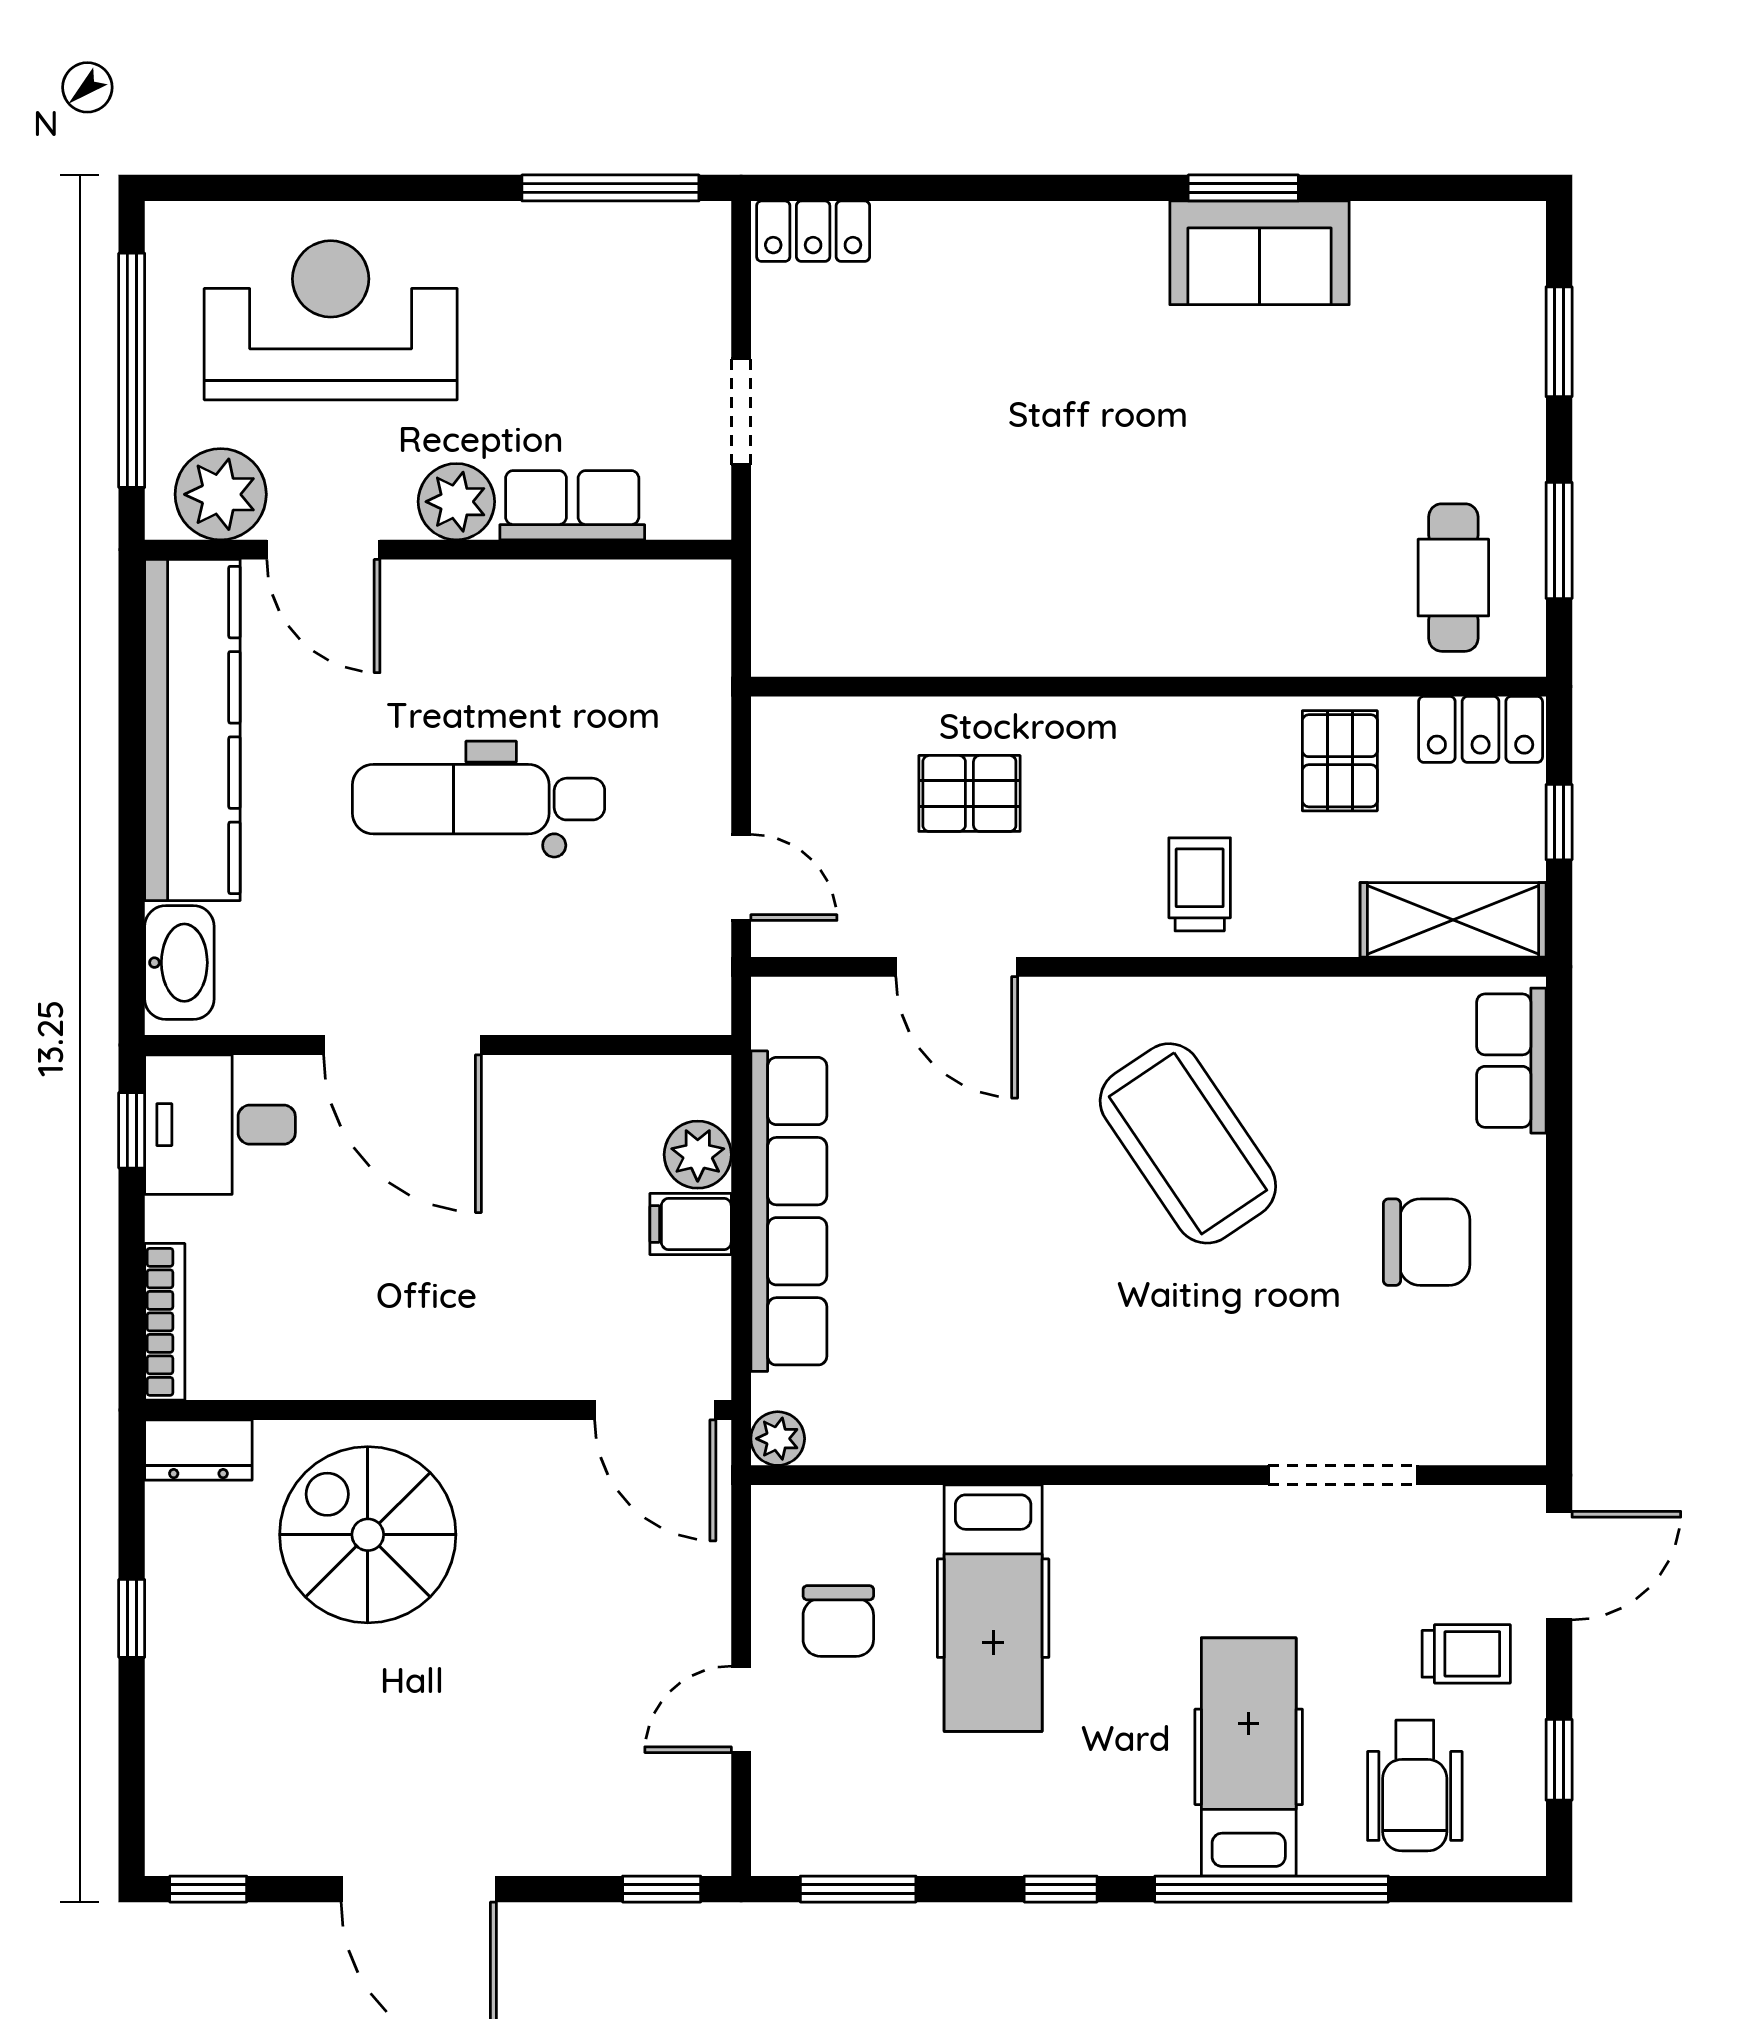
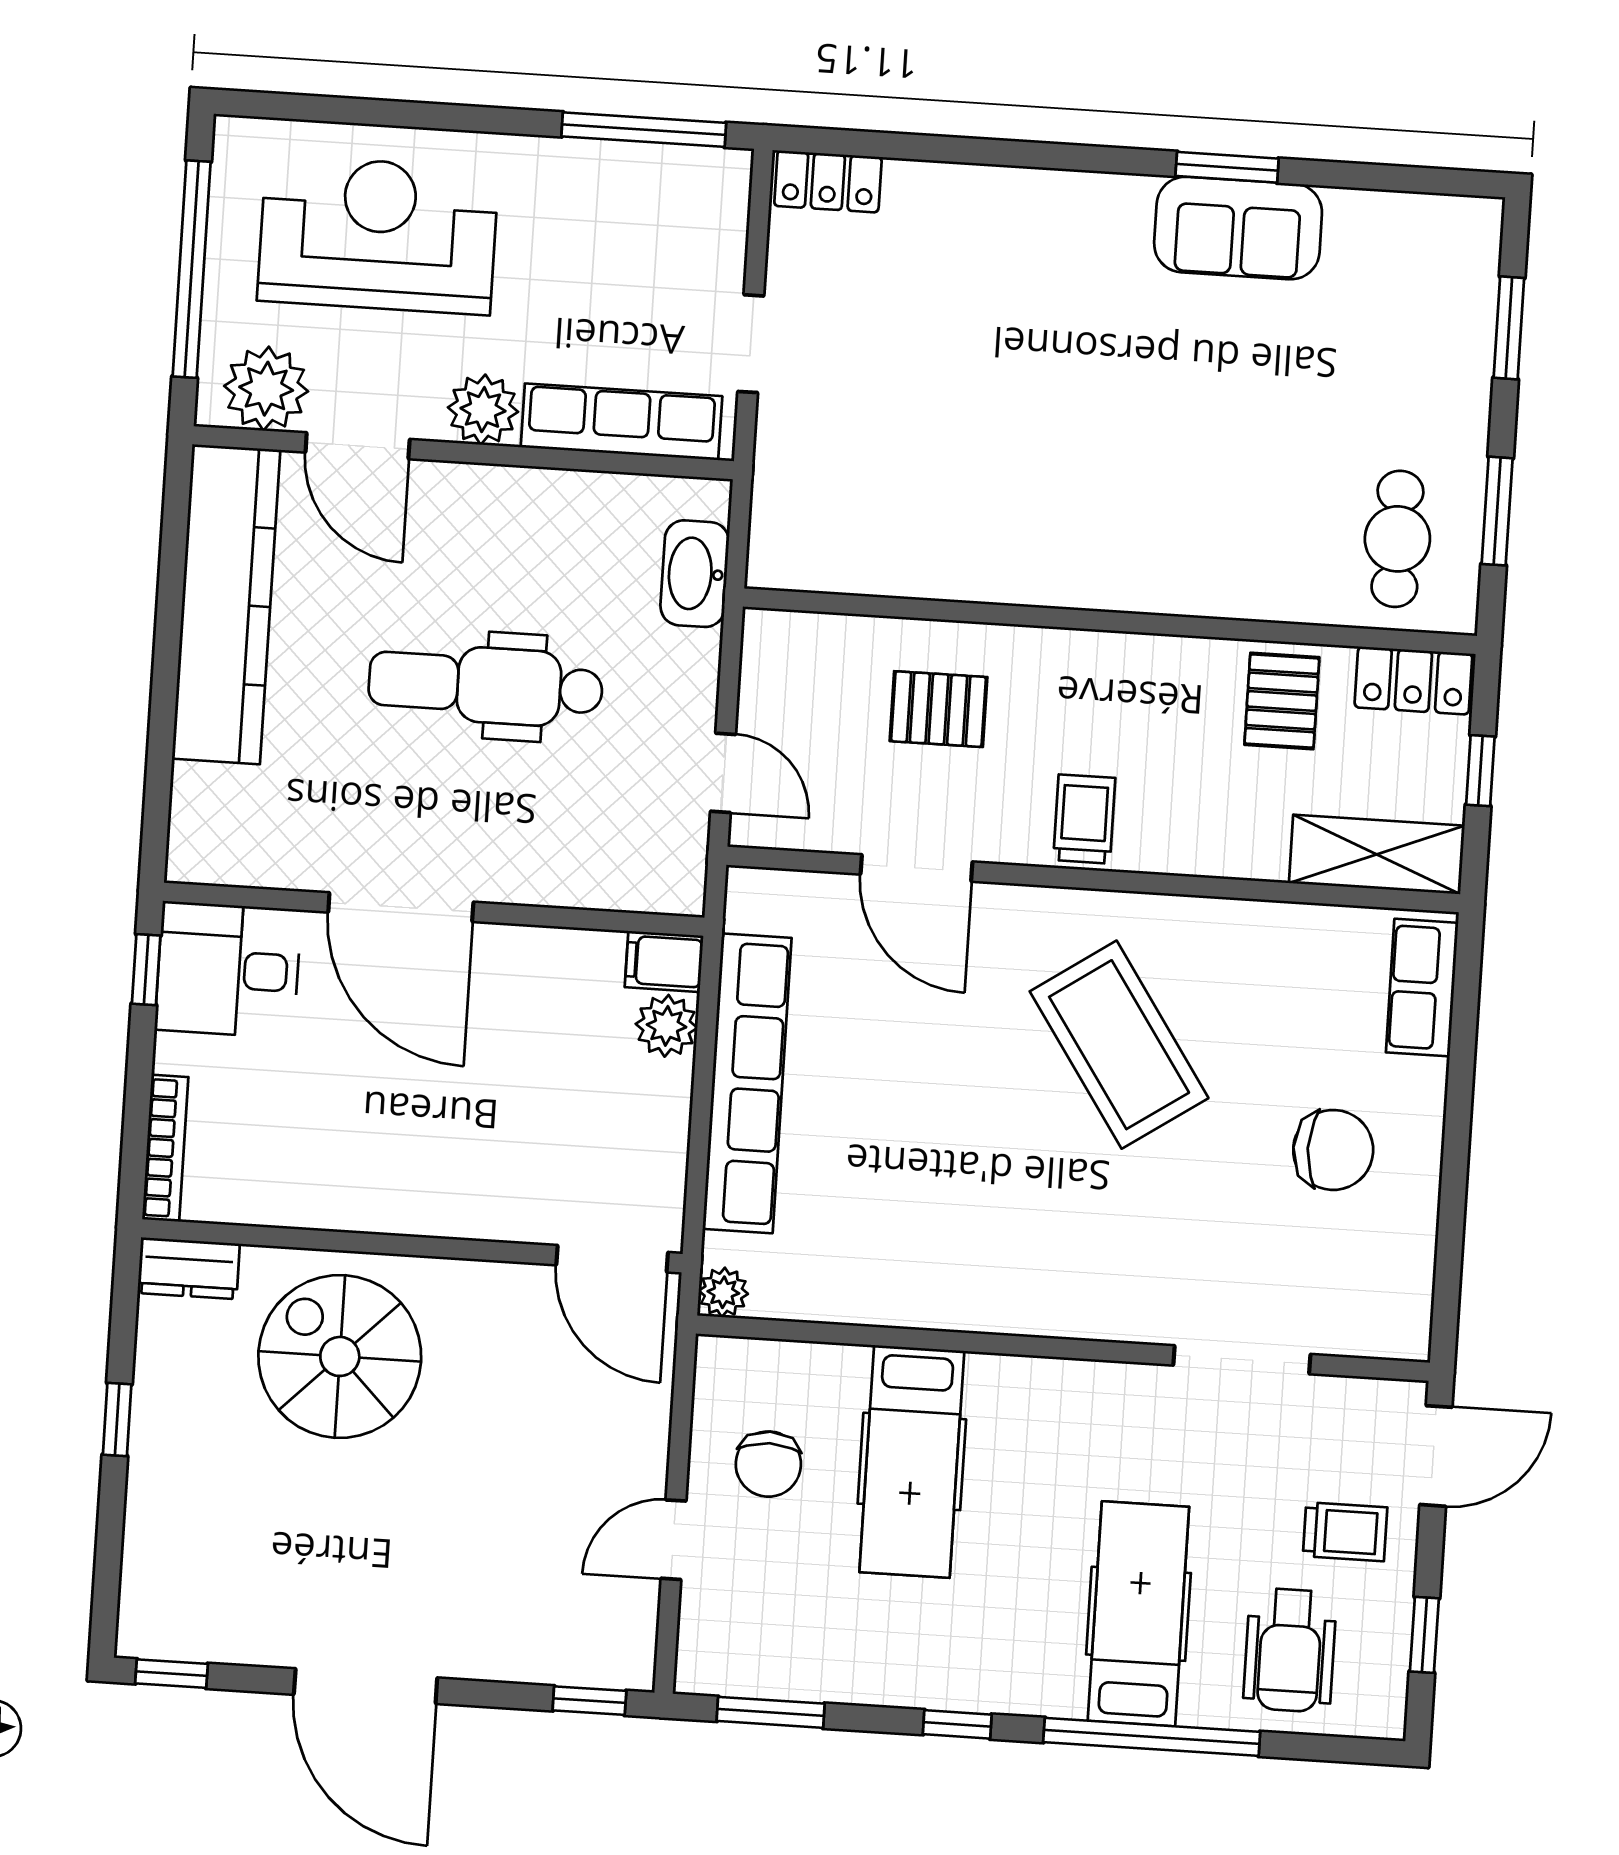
row of seats: (572, 505) -> (622, 422), width x1.48
trolley: (1200, 884) -> (1084, 819), moved
washbasin: (179, 963) -> (695, 574), moved, turned 180
filing cabinet: (691, 1224) -> (664, 961), moved

